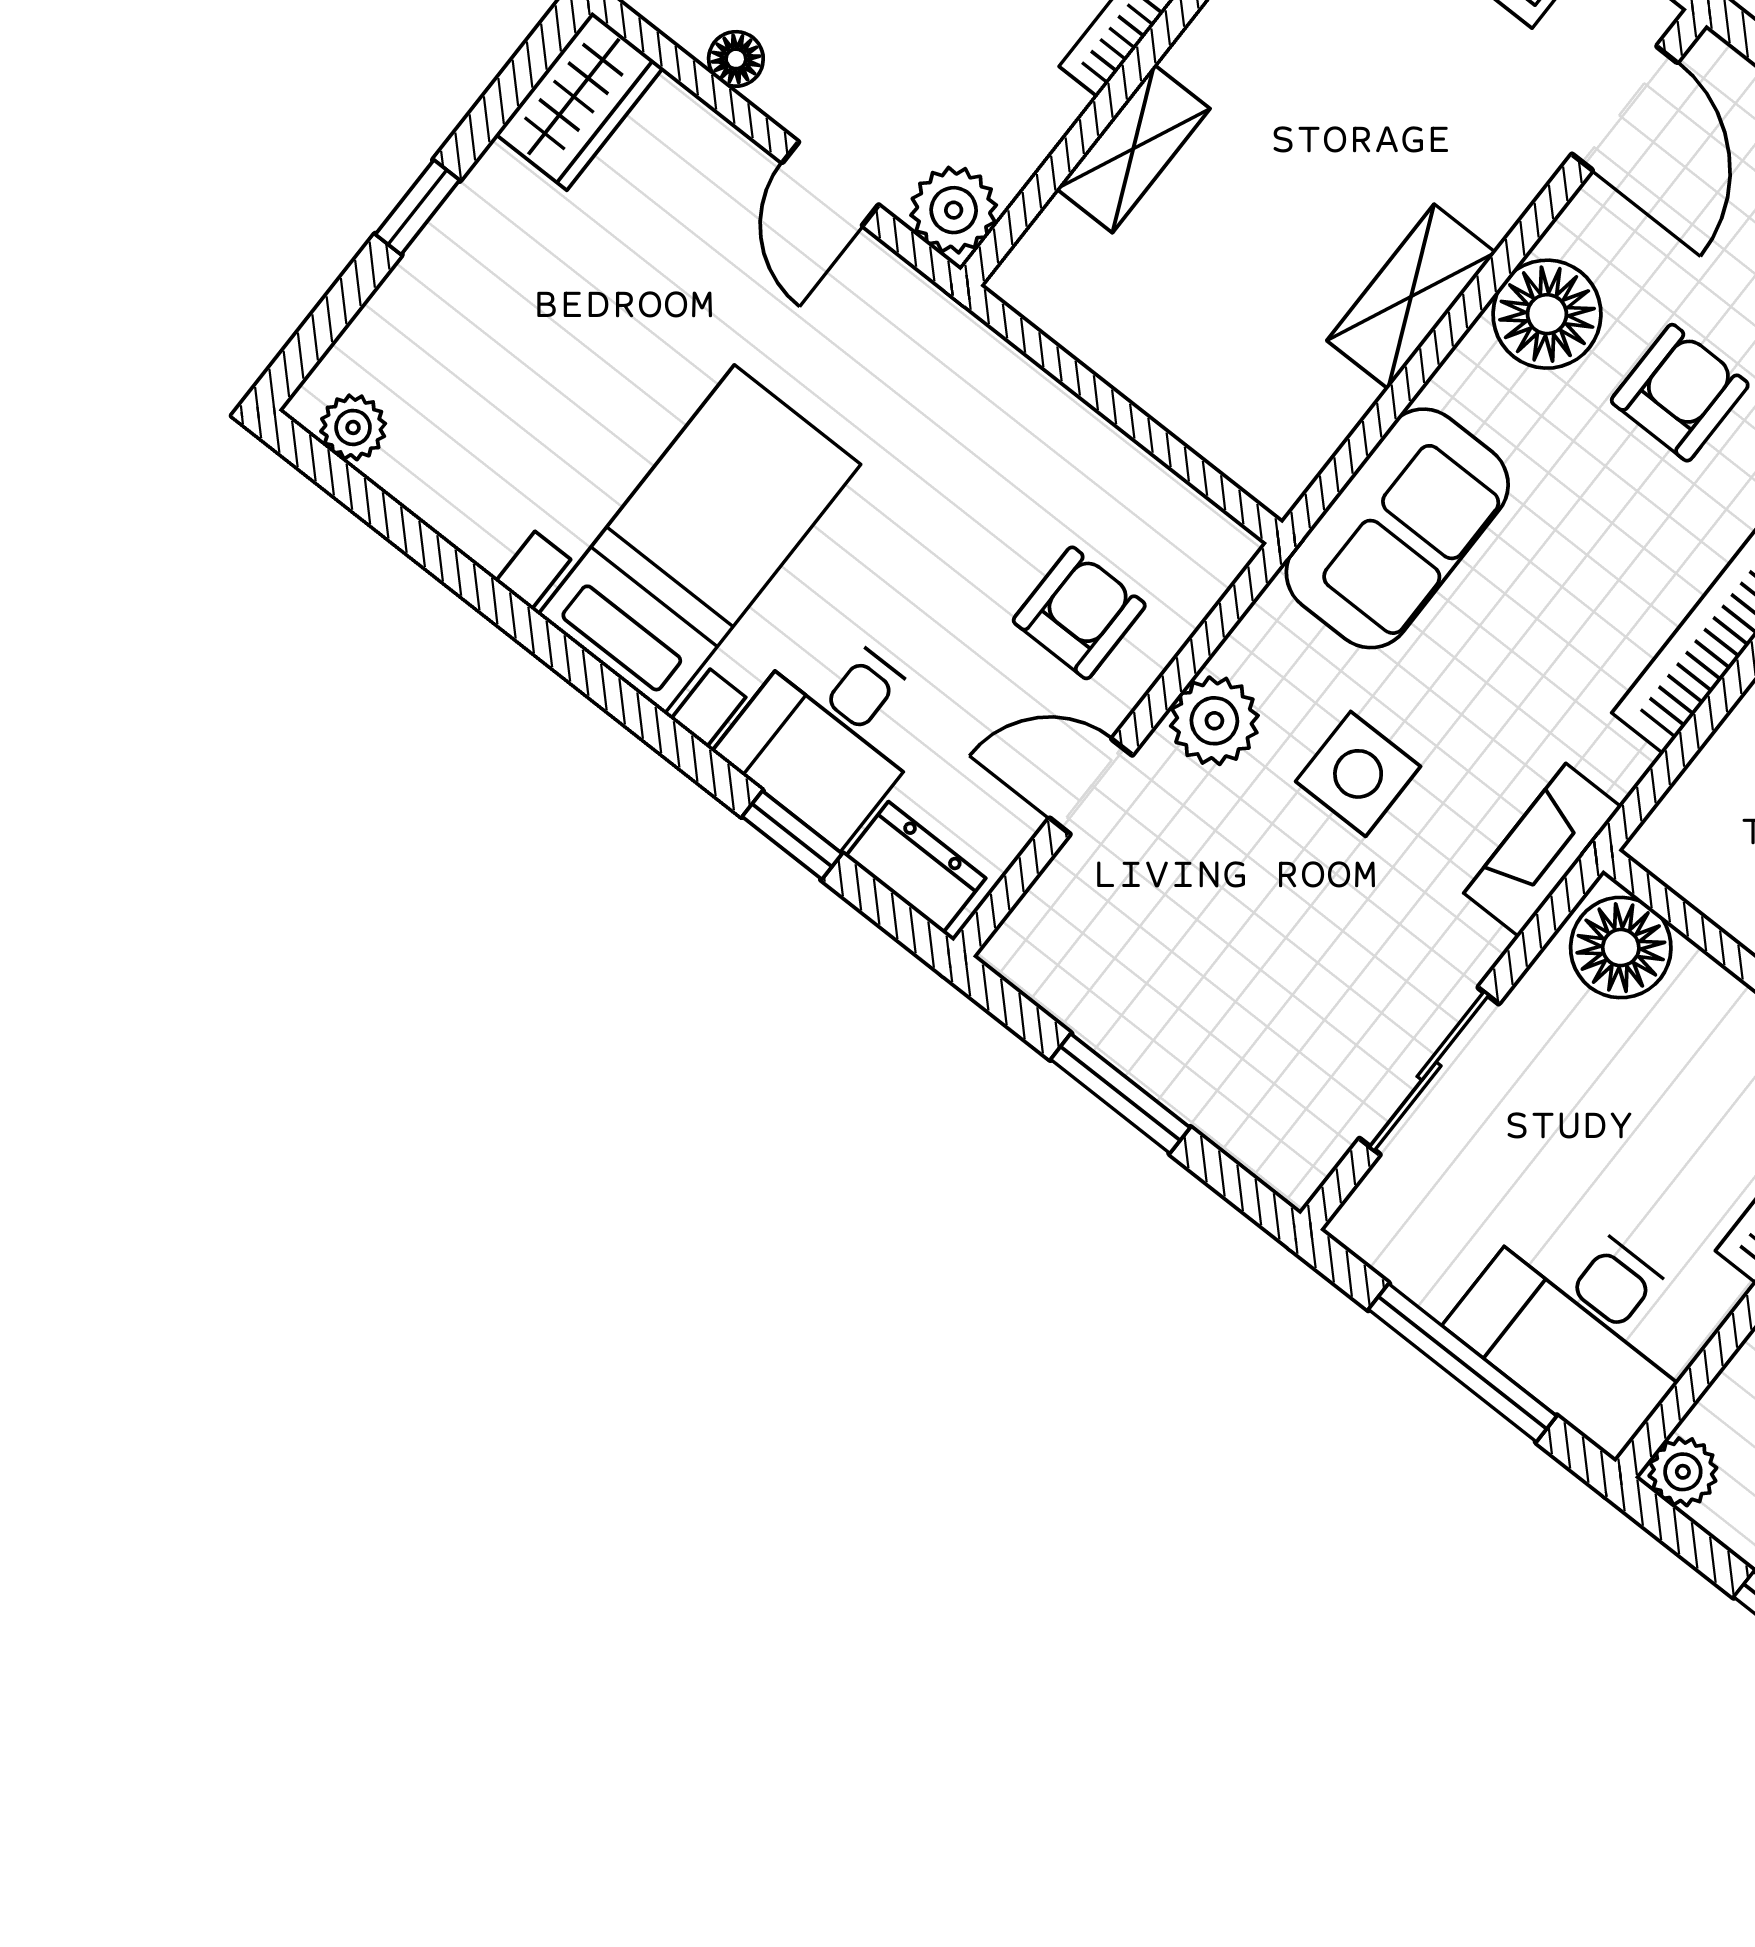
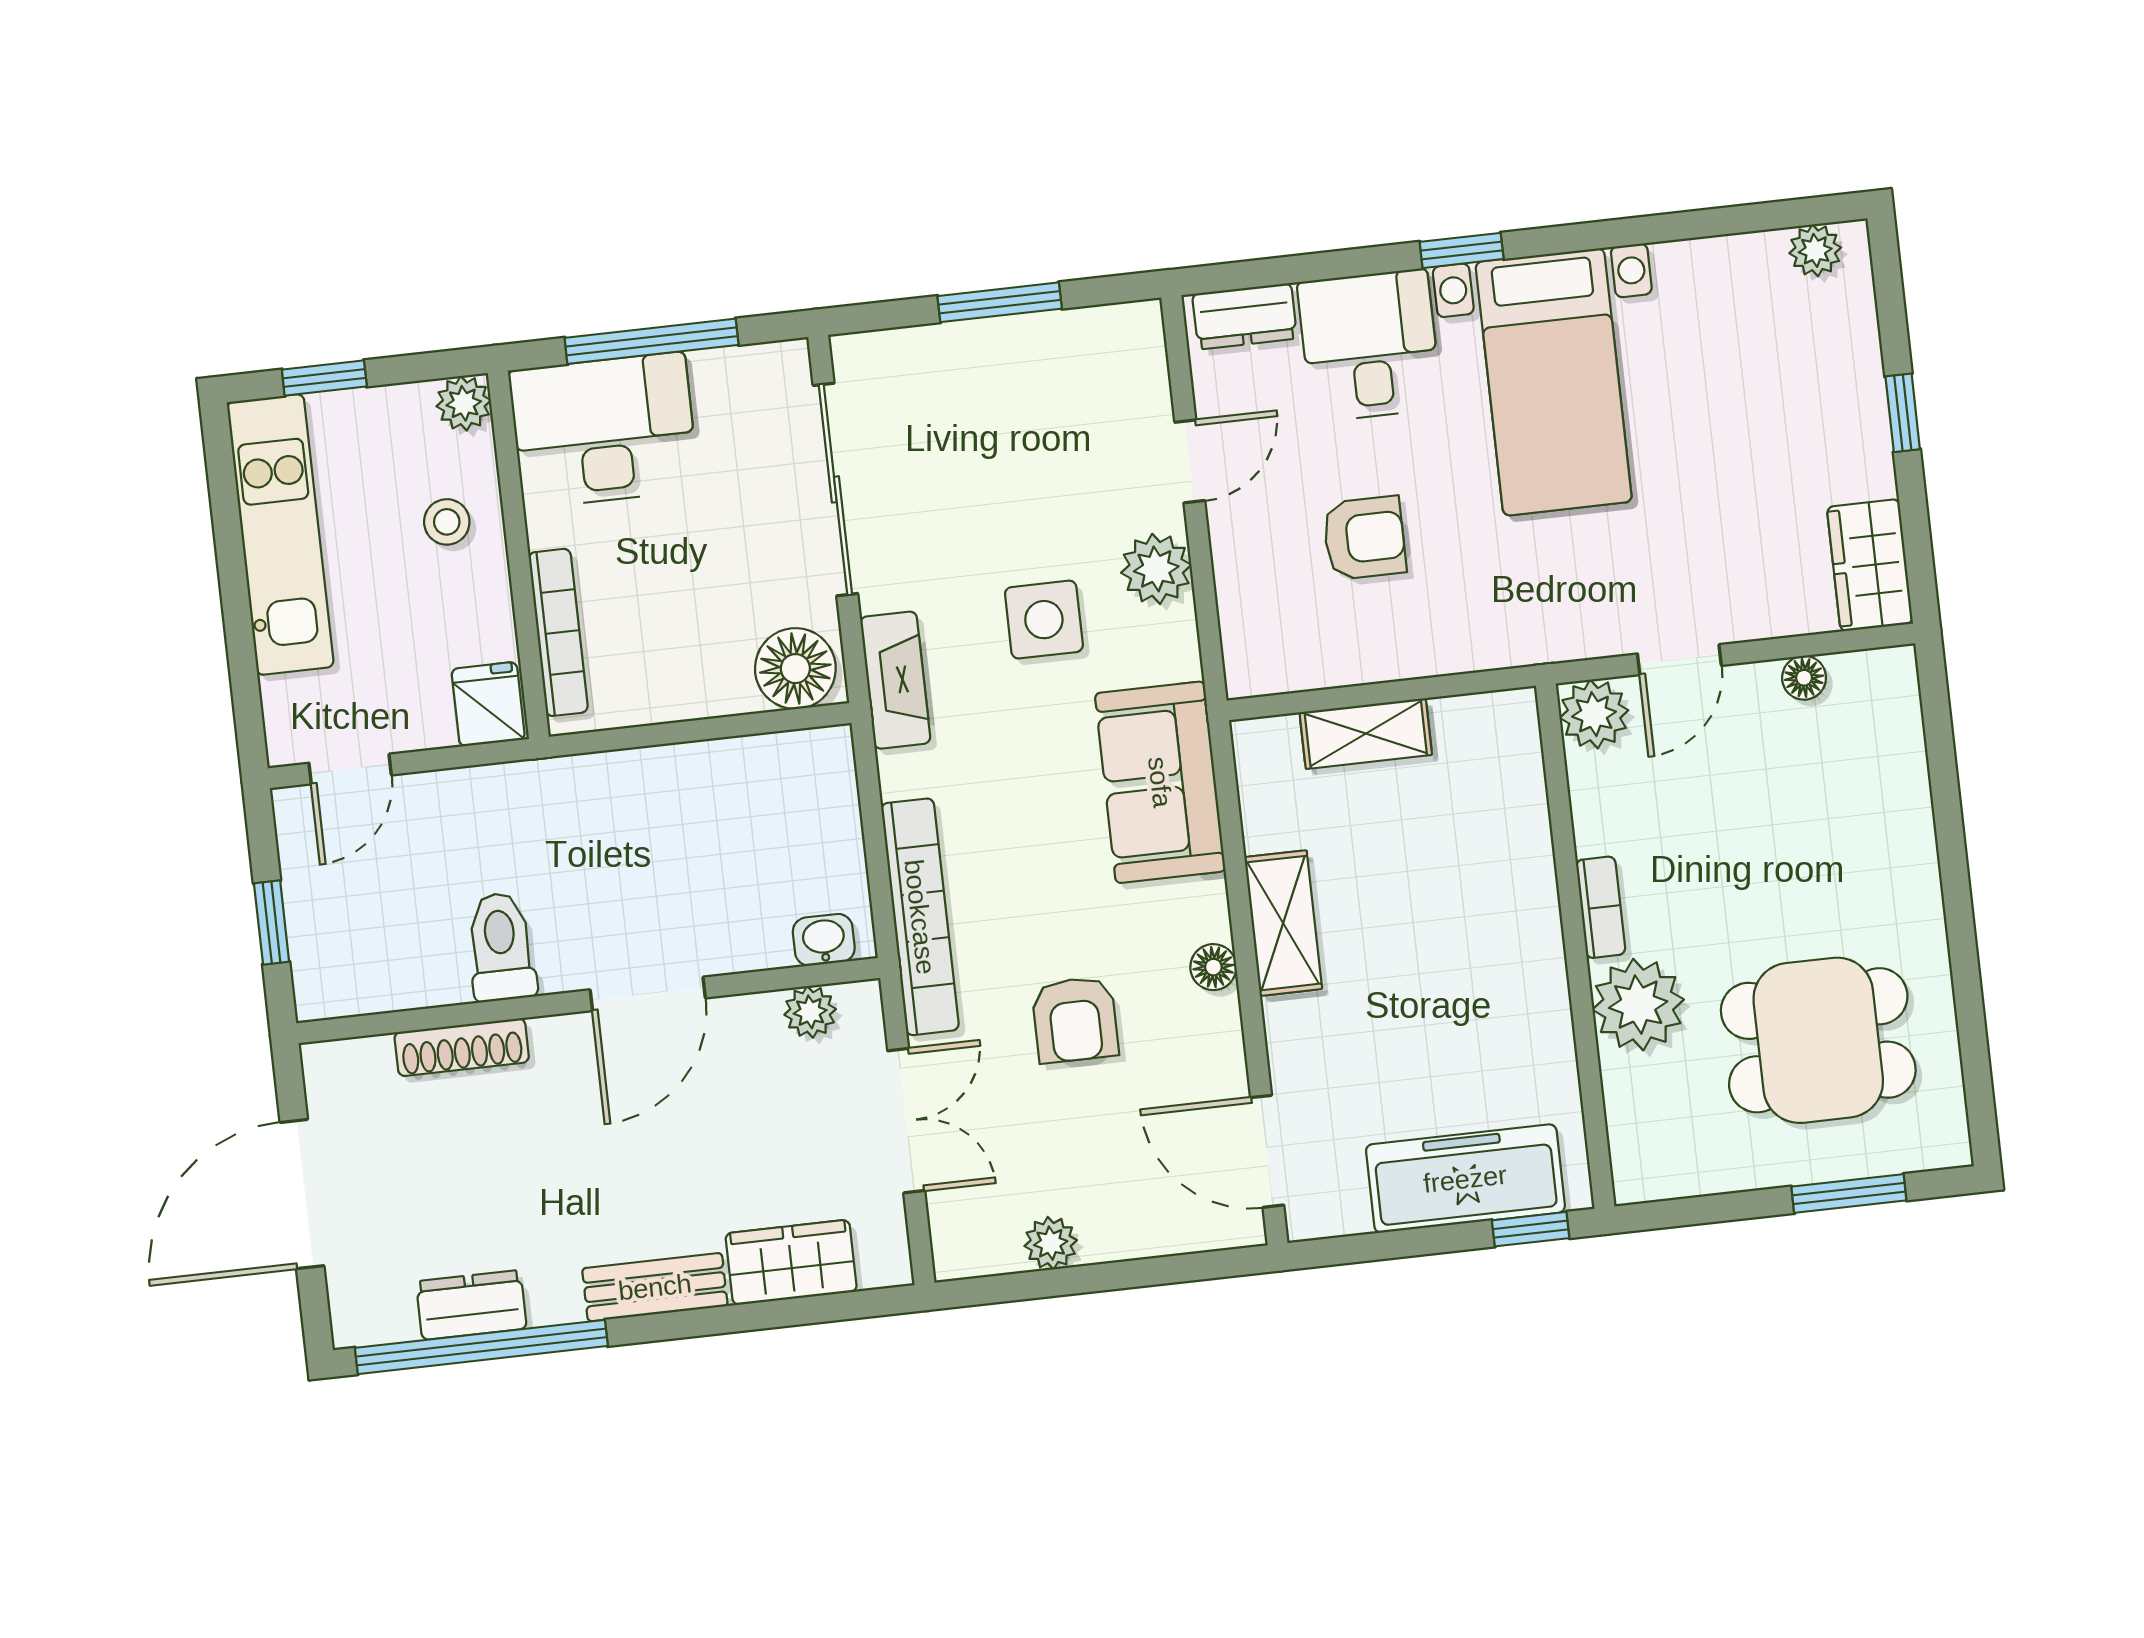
shelving: (1133, 149) -> (1366, 734), moved, turned 90
door: (830, 184) -> (1679, 660), swing flipped
floor lamp: (1547, 314) -> (1213, 967), width x0.53, depth x0.53
armchair: (1079, 613) -> (1364, 538), moved, turned -90
window: (792, 835) -> (1462, 250), moved
sliding door: (1429, 1071) -> (835, 489), width x1.37

